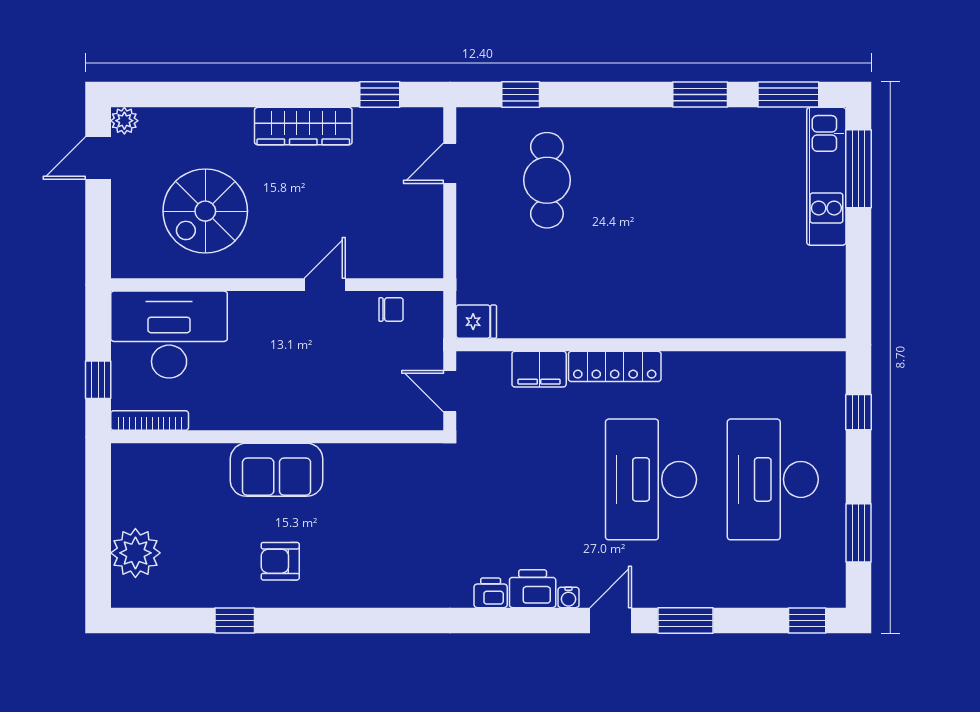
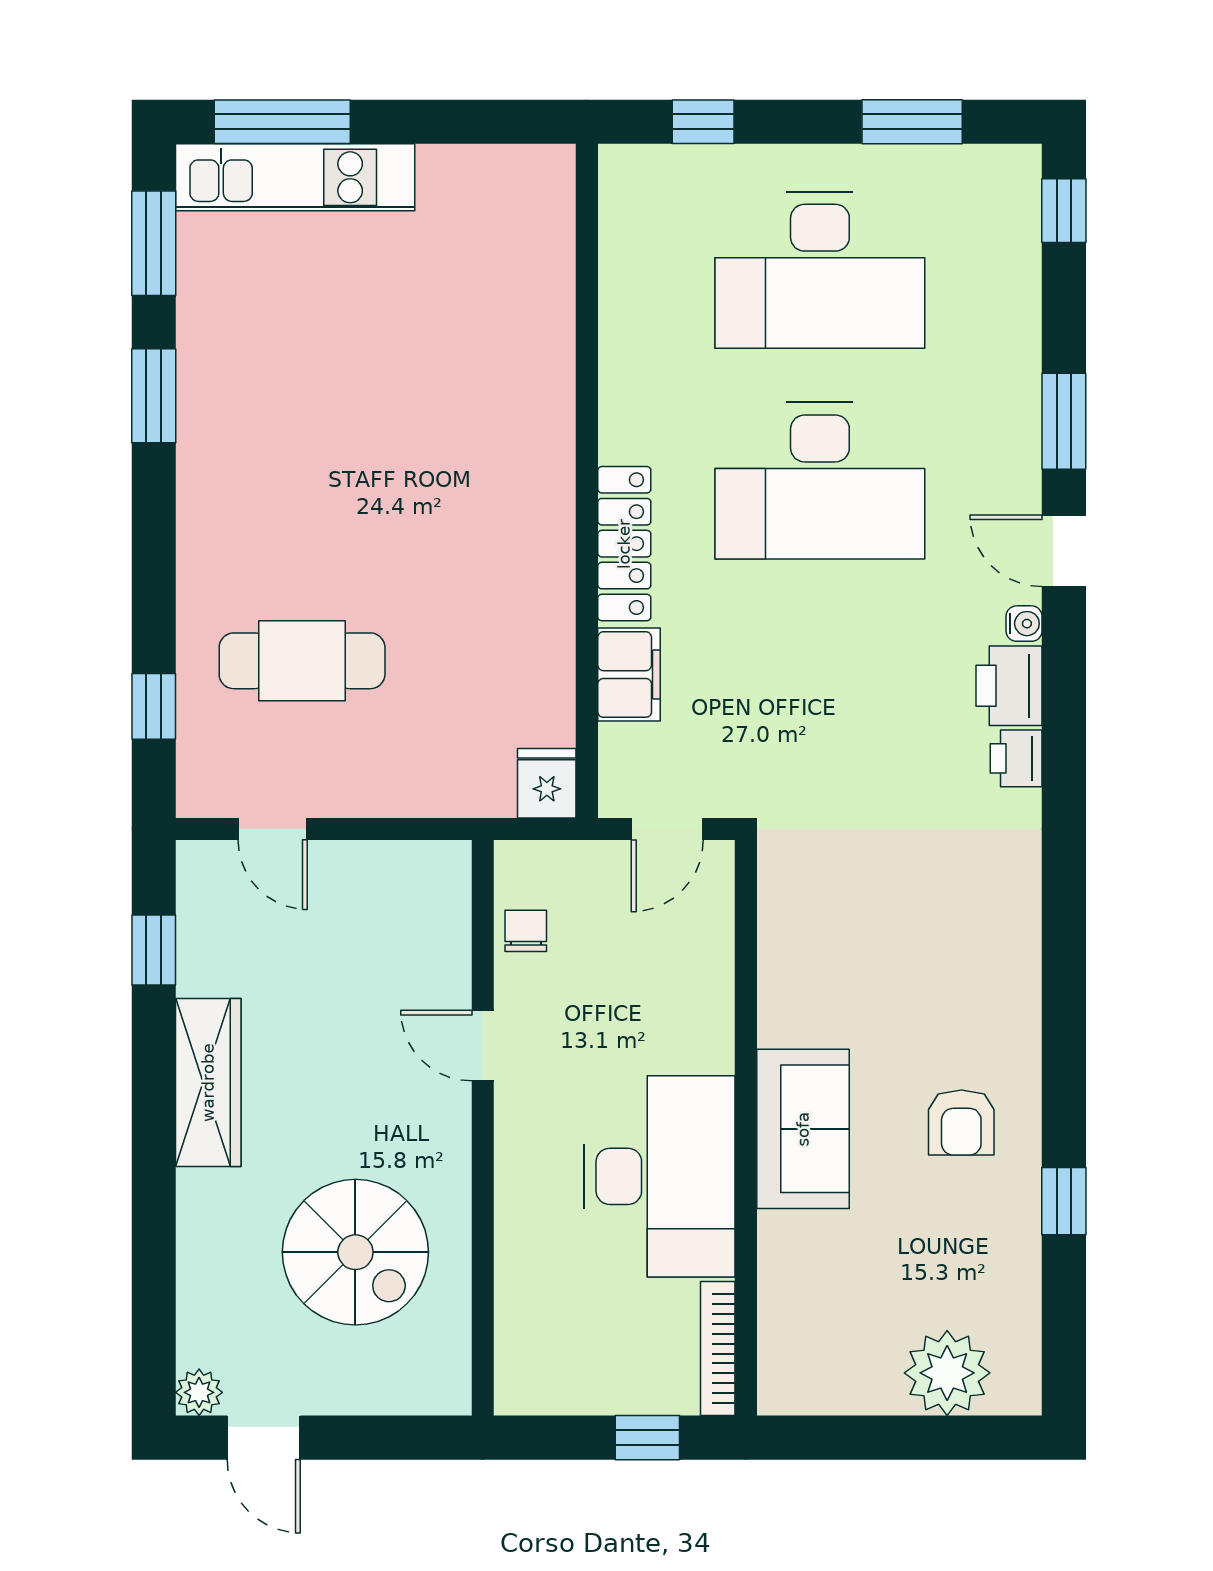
desk: (169, 335) -> (660, 1176), moved, turned 180

